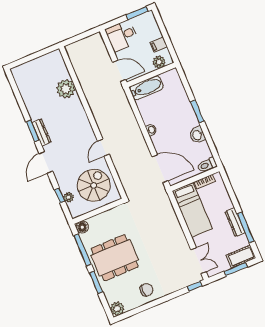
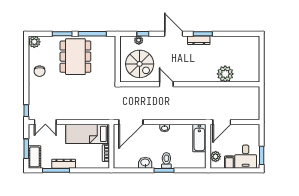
desk: (122, 36) -> (246, 157), moved, turned 180
toilet: (207, 165) -> (166, 160), moved
floor lamp: (82, 227) -> (110, 41), removed

